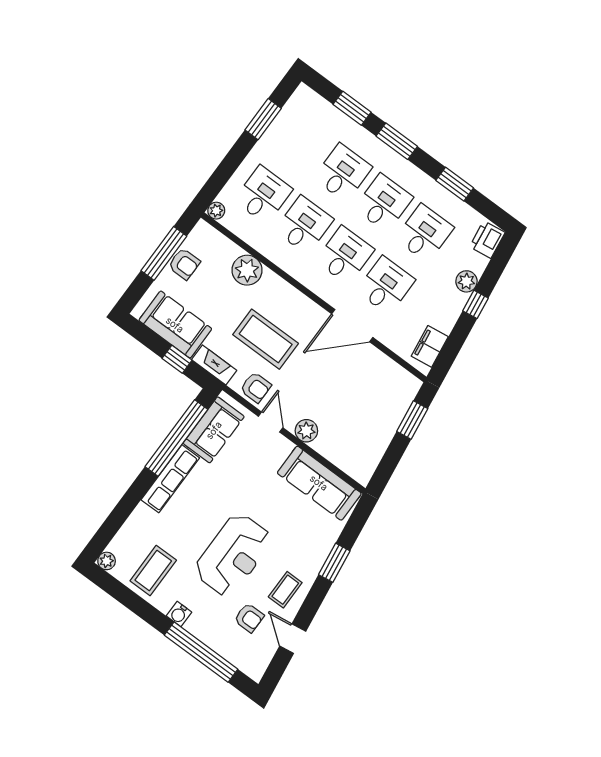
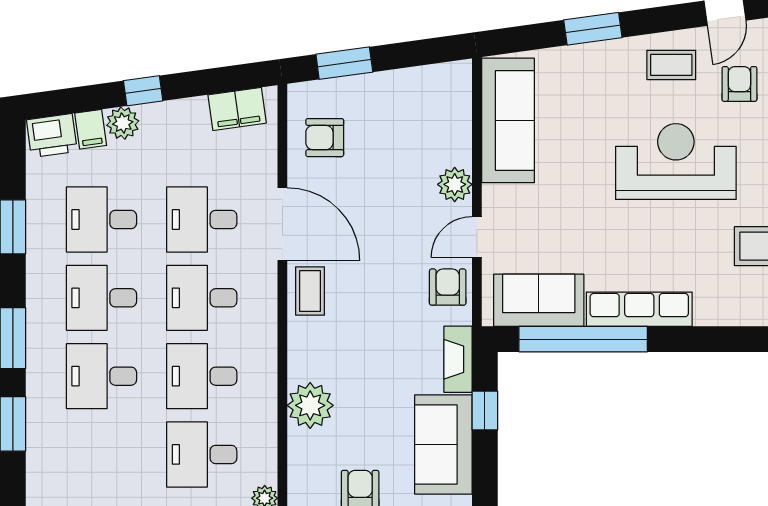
filing cabinet: (476, 262) -> (91, 129), added
coffee table: (266, 339) -> (310, 291), moved, width x0.54, depth x0.58
armchair: (381, 381) -> (325, 138), added

